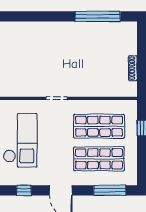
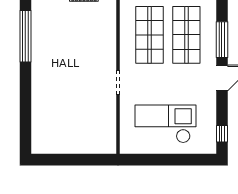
window: (24, 190) -> (222, 134), moved
window: (110, 190) -> (222, 40), moved

